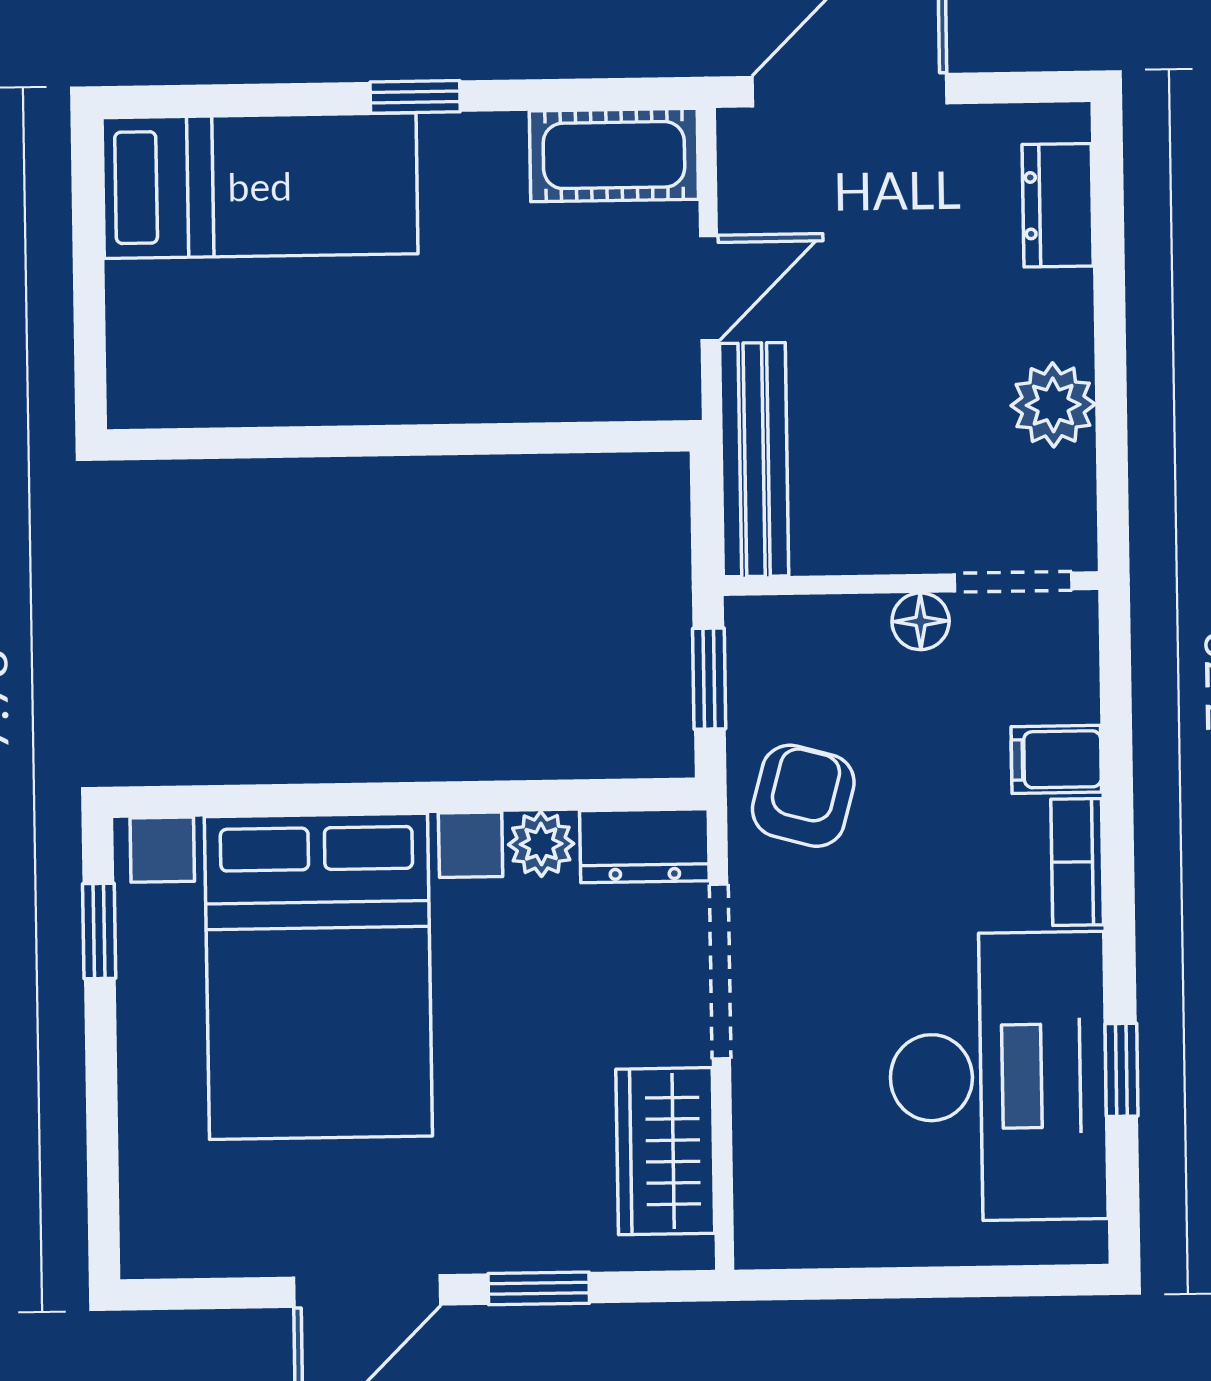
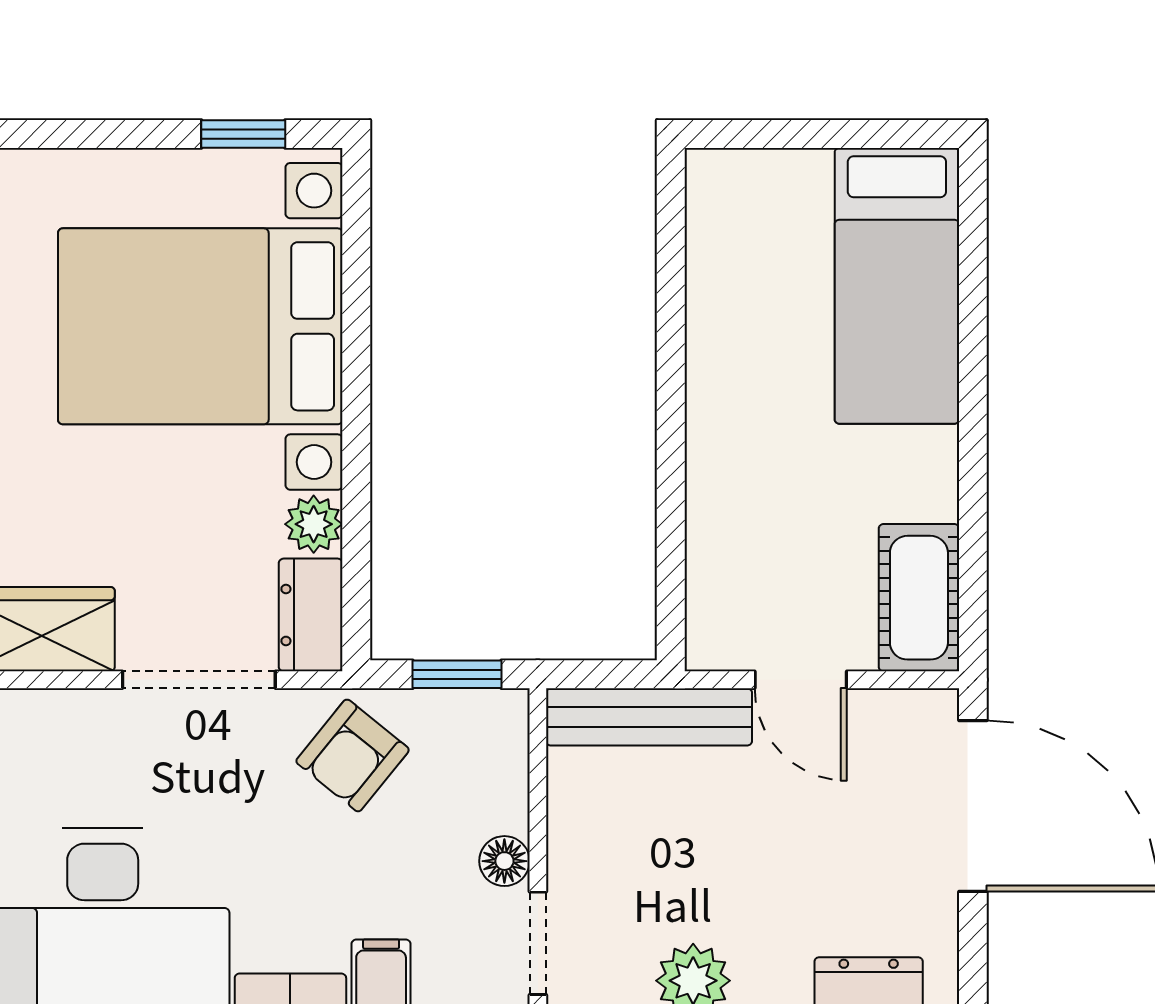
window: (415, 97) -> (973, 424), removed
armchair: (803, 796) -> (353, 755), turned 114

